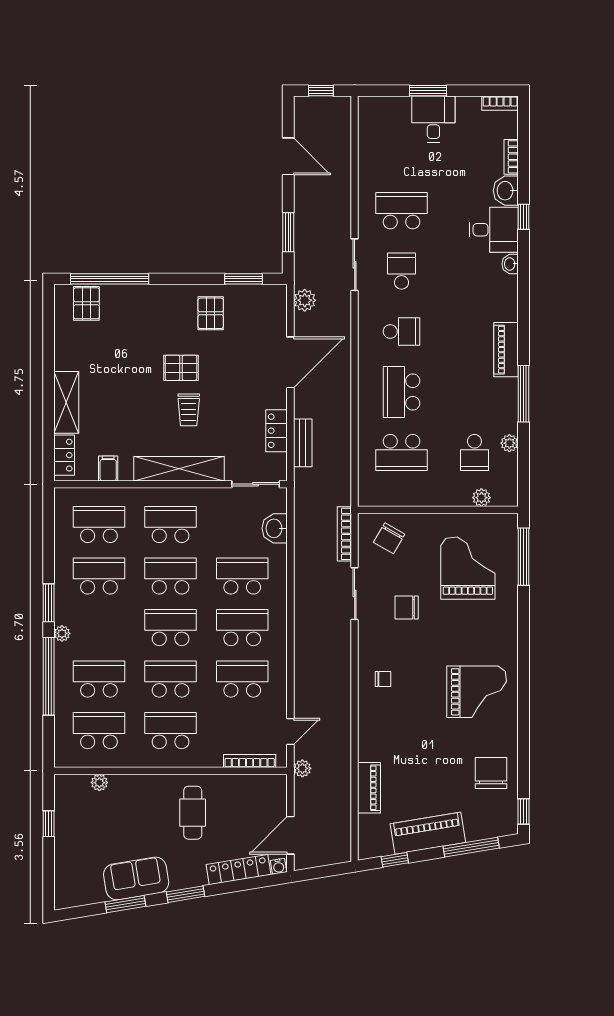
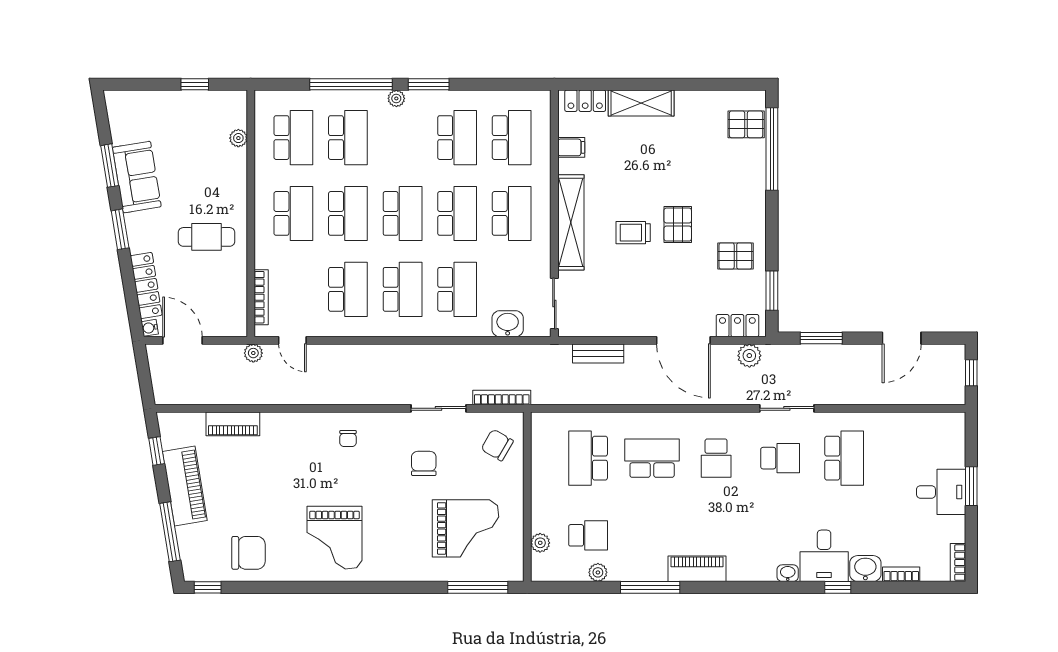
locker: (276, 431) -> (737, 326), moved
school desk: (474, 452) -> (588, 535), turned 180

